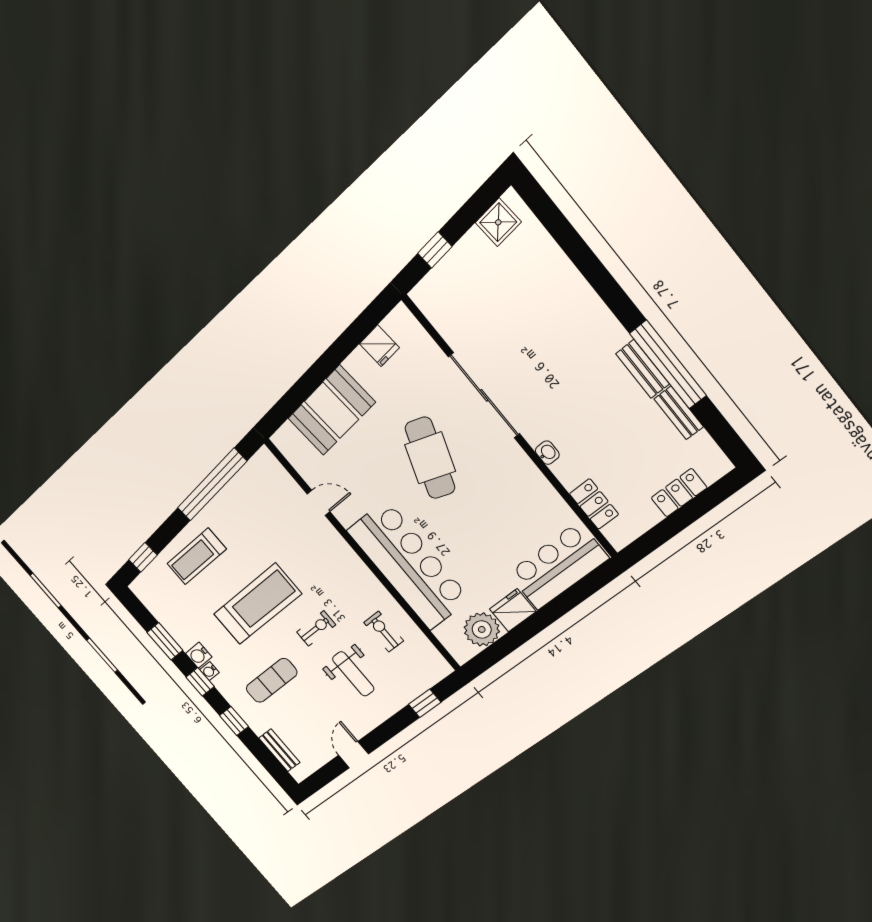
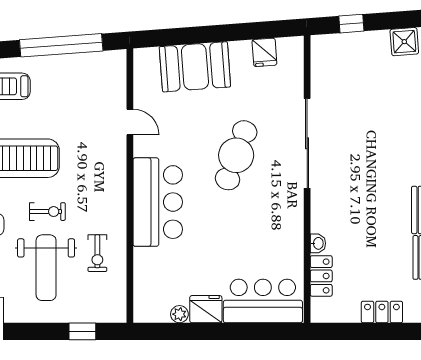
washbasin: (547, 453) -> (318, 243), moved
bar counter: (408, 565) -> (158, 202), width x0.73
plant: (482, 629) -> (179, 314), width x0.53, depth x0.53
exercise bike: (384, 632) -> (97, 253), turned 180
weight bench: (353, 674) -> (46, 268), width x1.36, depth x1.33

